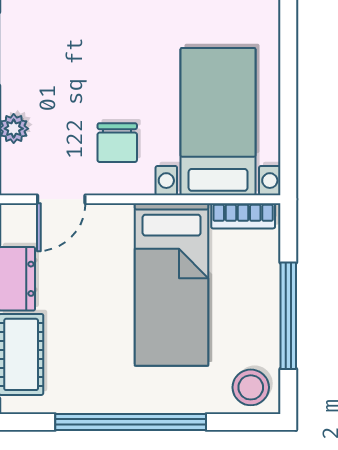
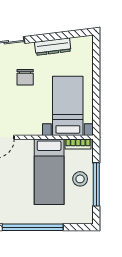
chair: (117, 143) -> (25, 77), moved
stool: (251, 387) -> (80, 179), moved

